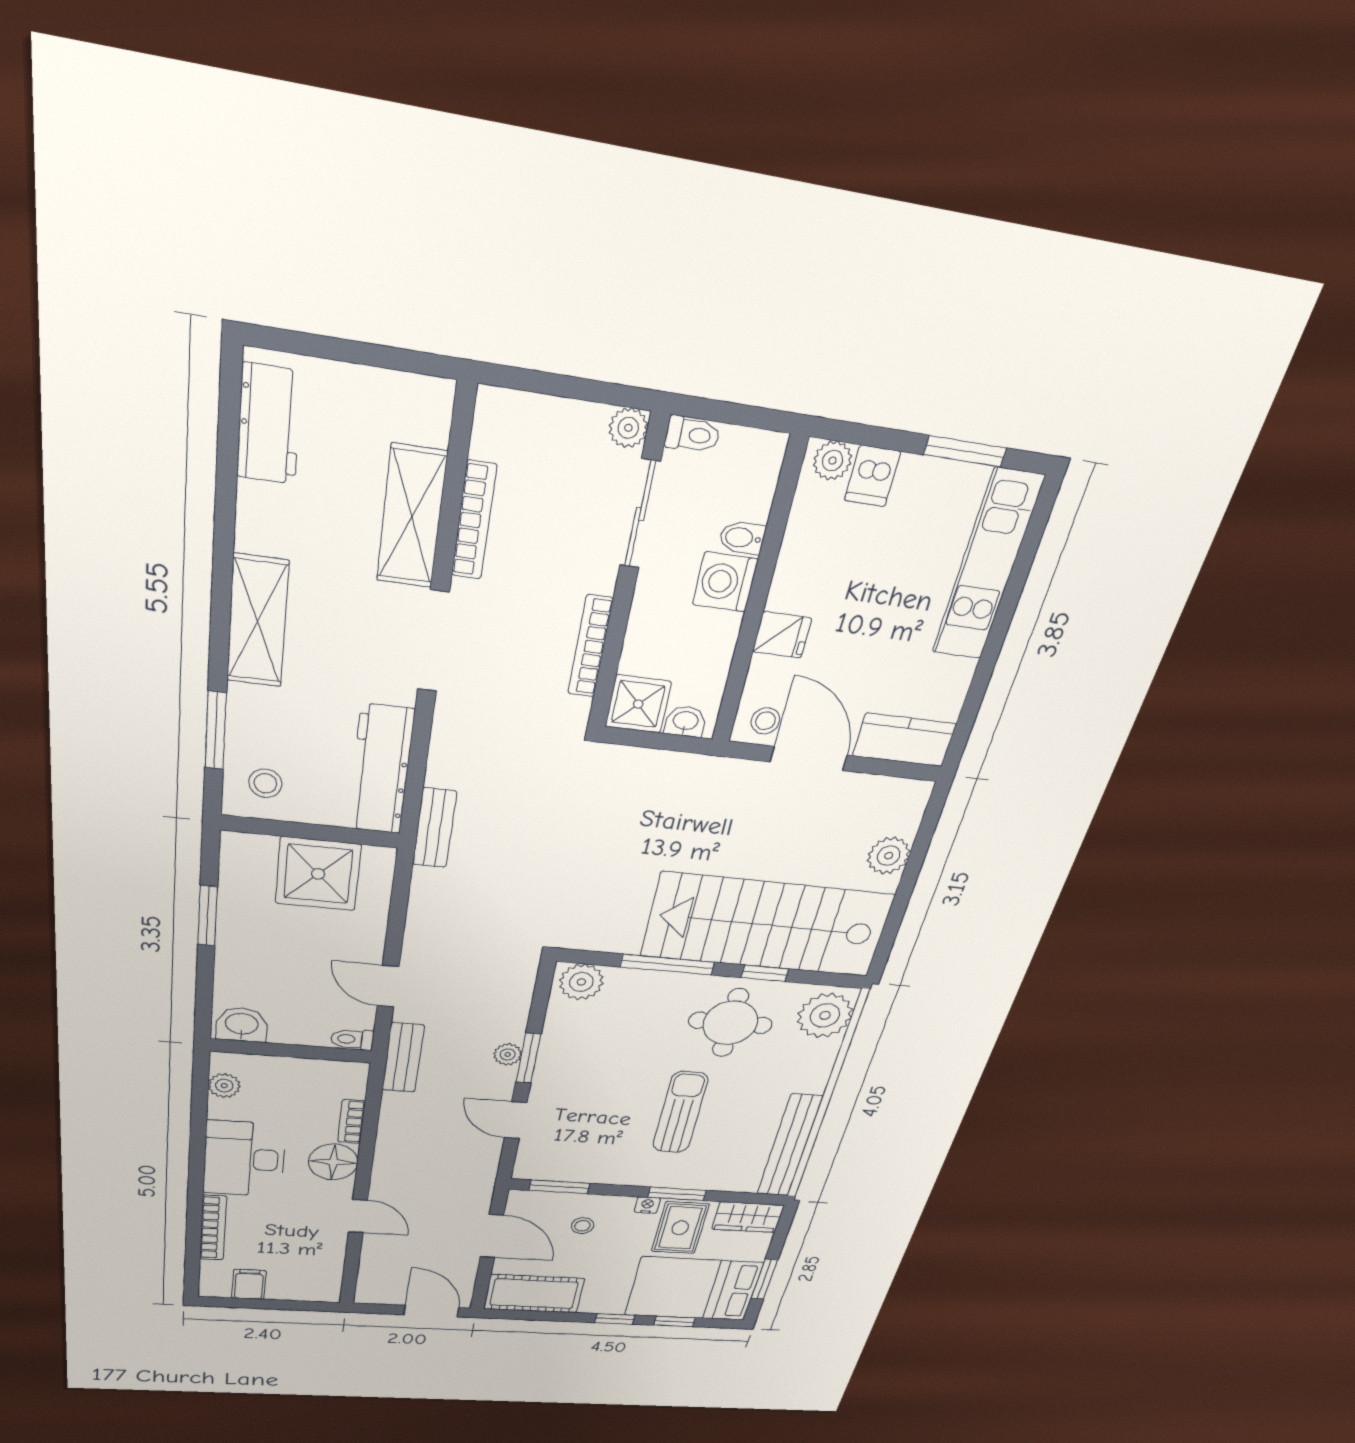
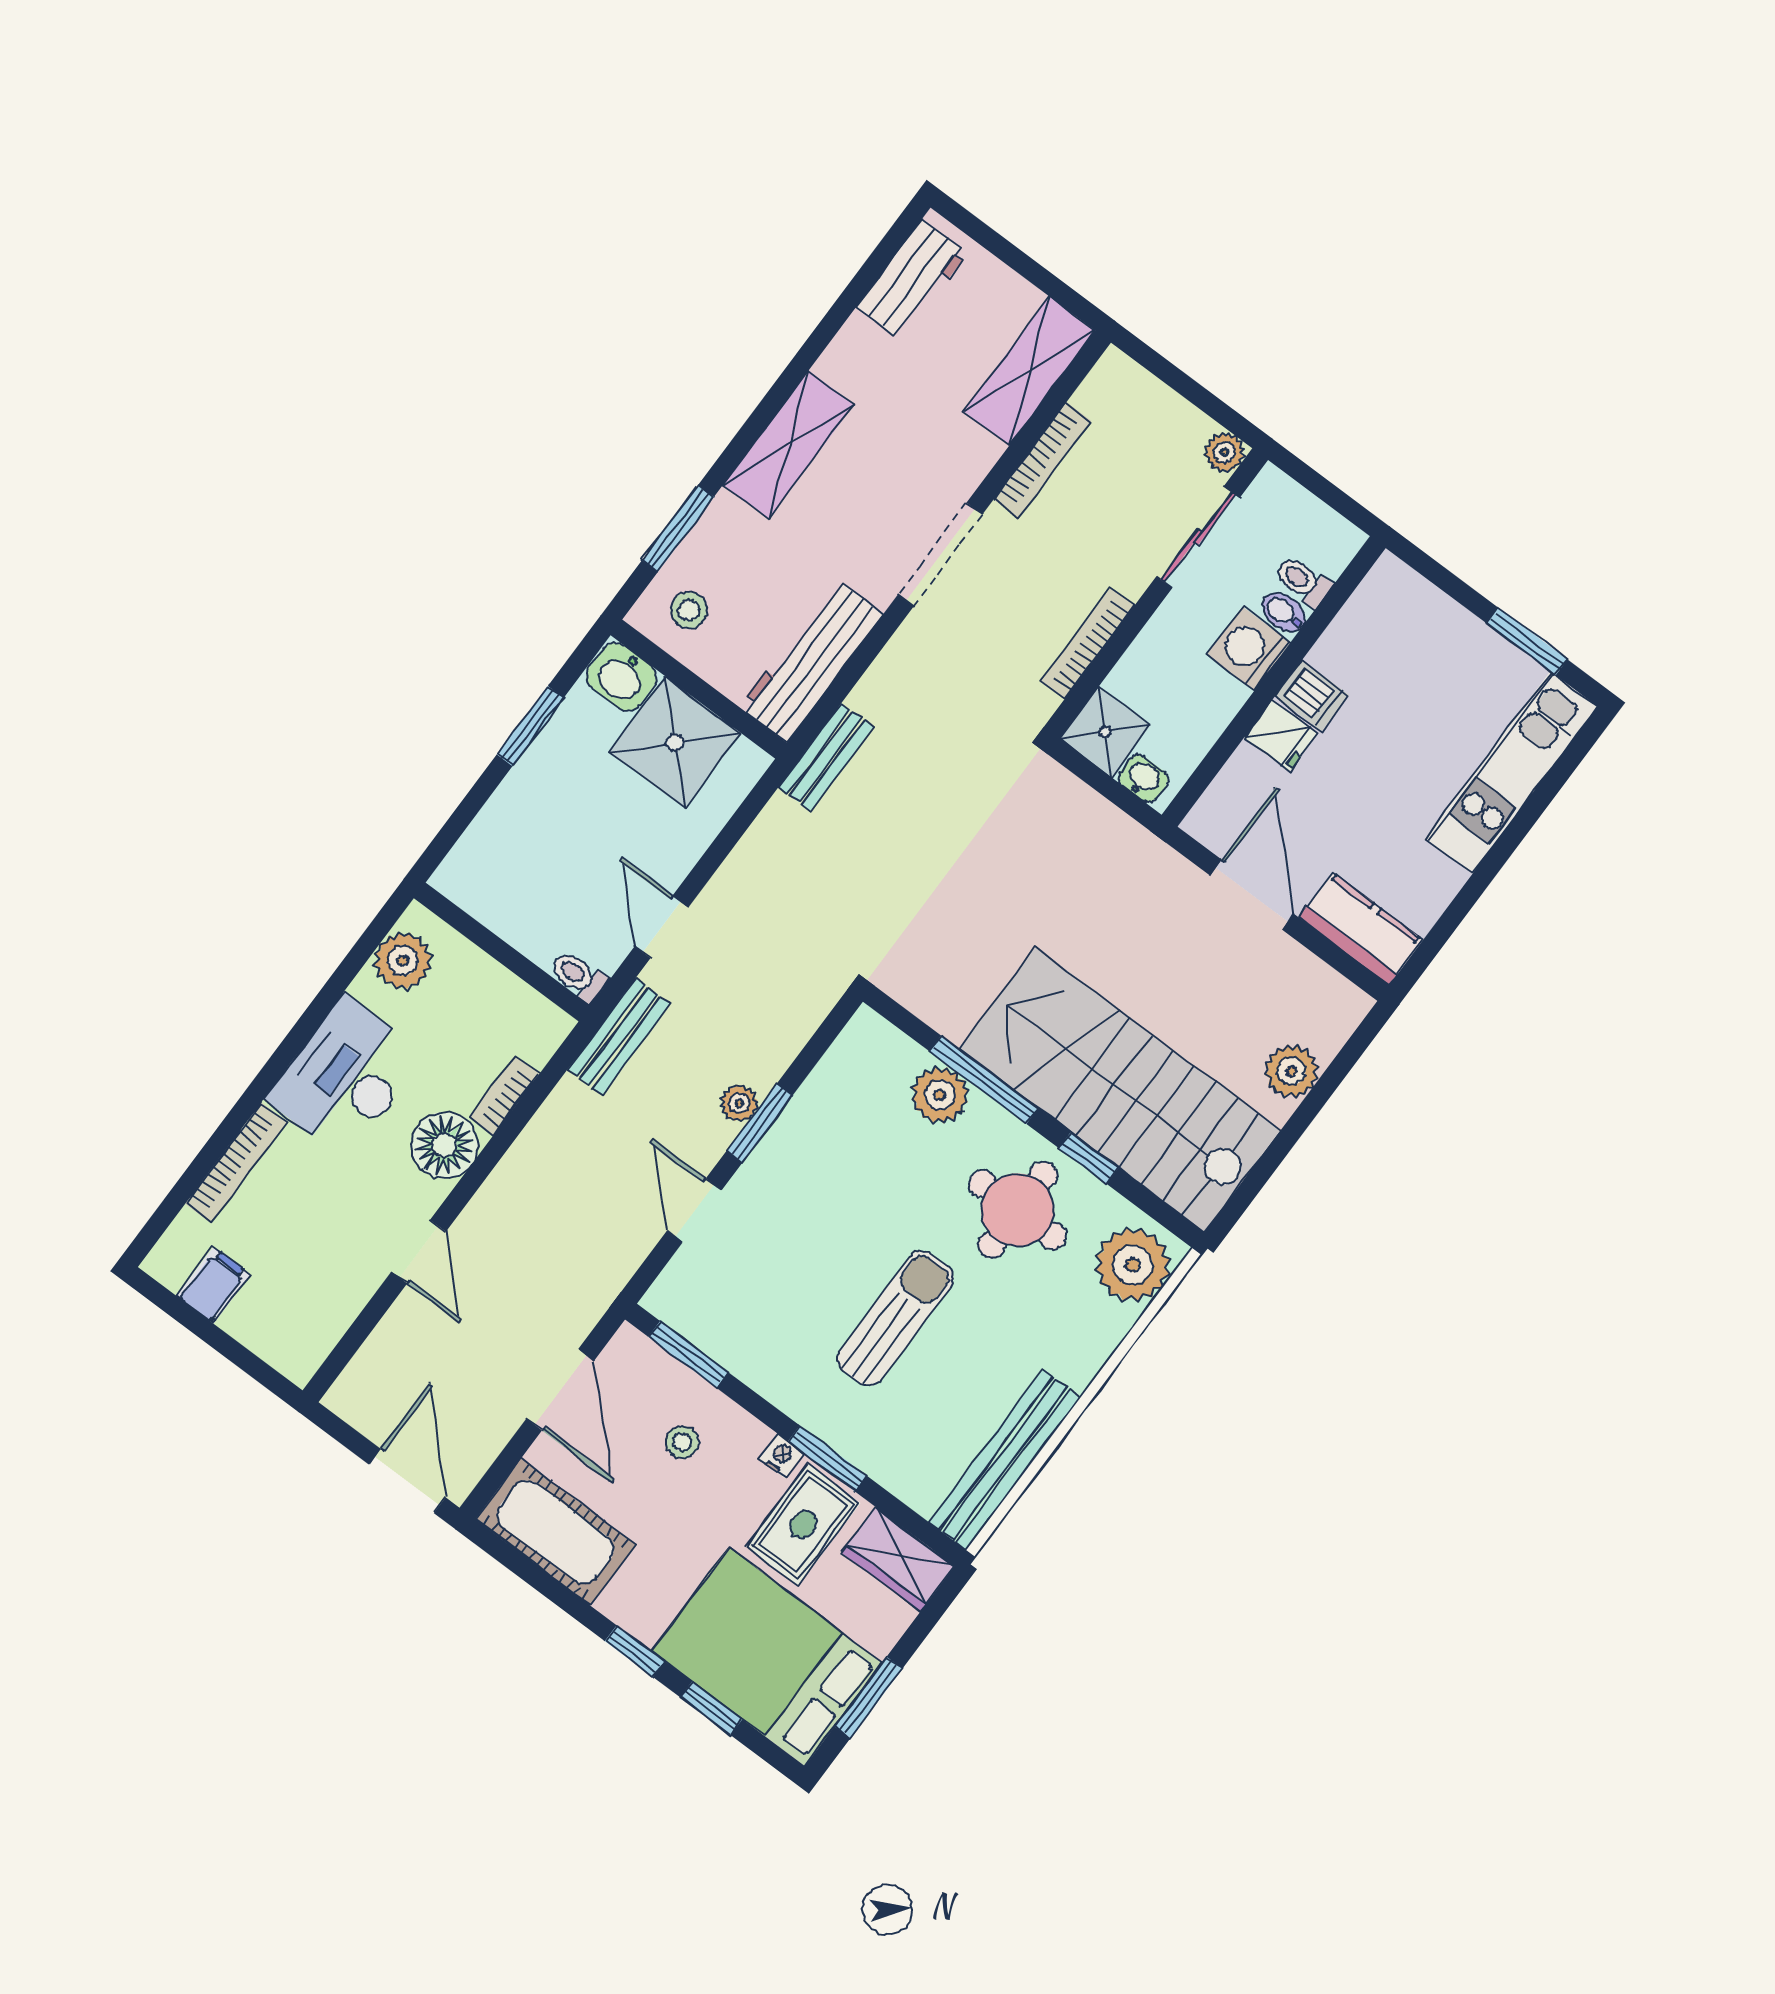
toilet: (692, 435) -> (1303, 581), moved, turned 180
plant: (833, 461) -> (1399, 583), removed
dishwasher: (872, 476) -> (1312, 696), moved, turned -90
shelving: (412, 517) -> (1029, 371), moved
stool: (765, 721) -> (1225, 824), removed
plant: (581, 982) -> (940, 1095), moved
washbasin: (242, 1025) -> (621, 677), moved, turned 180
plant: (224, 1086) -> (403, 961), width x1.38, depth x1.38

